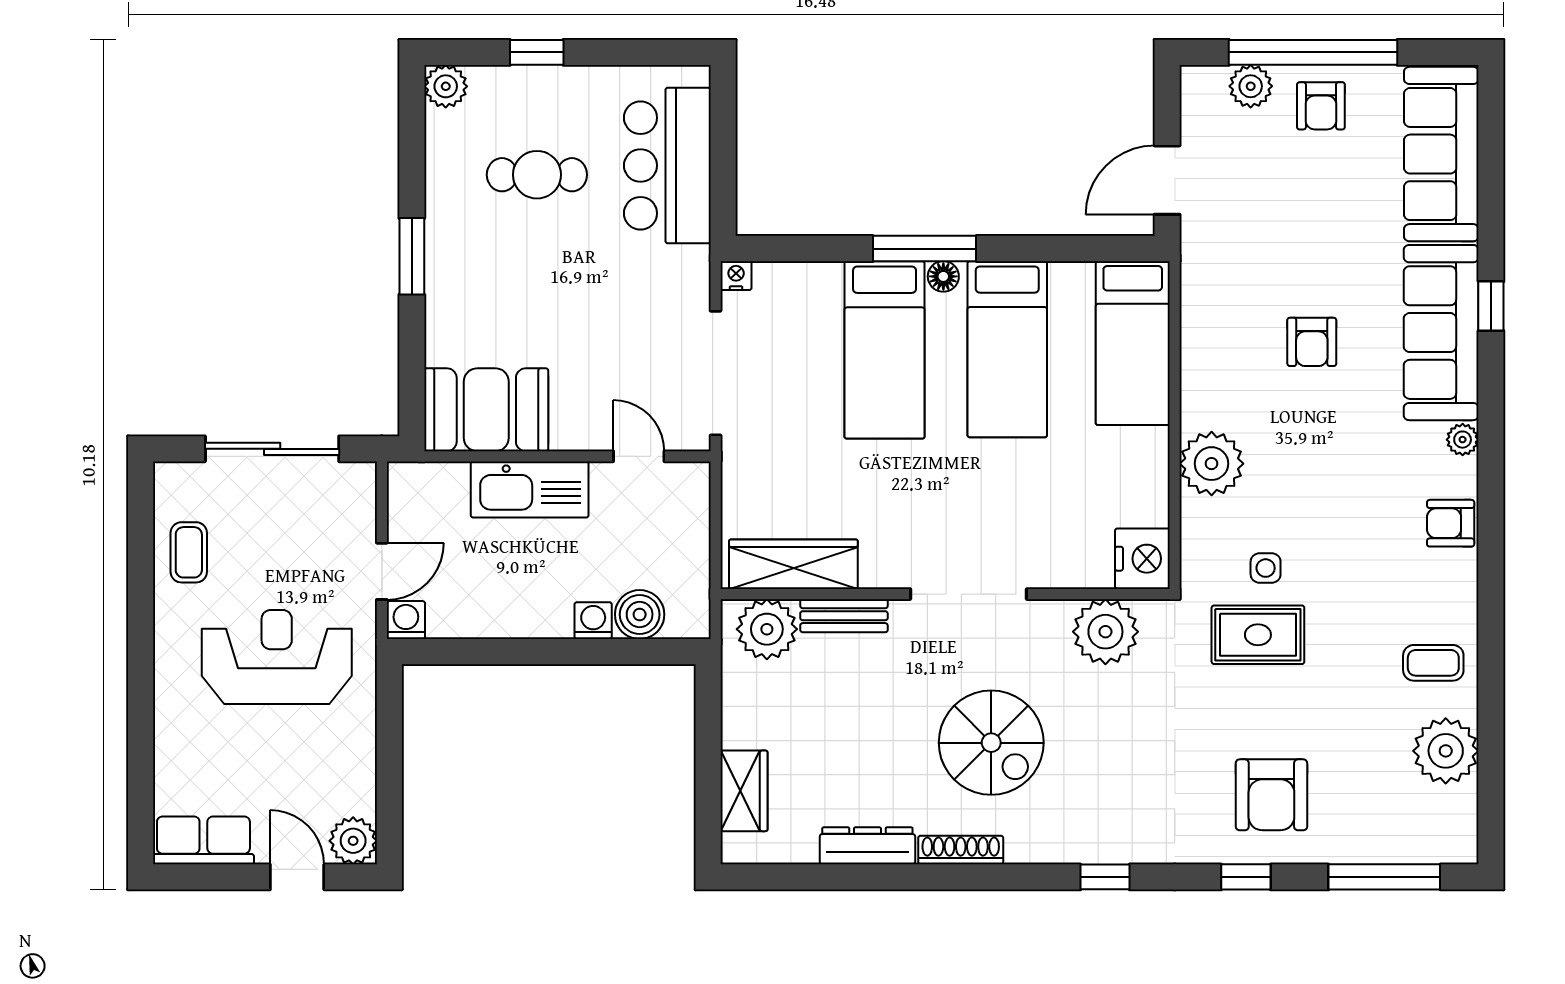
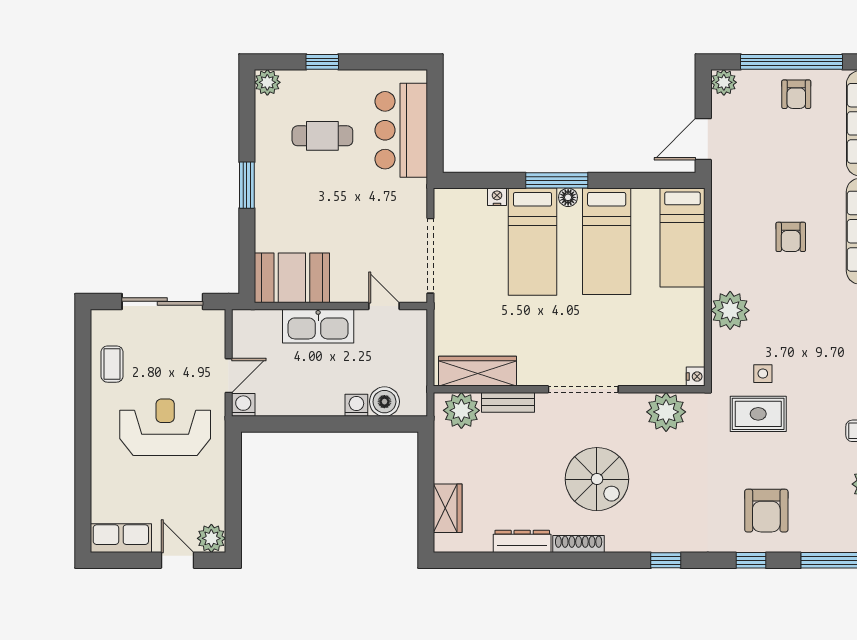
plant: (1251, 86) -> (724, 82), moved
nightstand: (736, 276) -> (497, 197), moved
nightstand: (1142, 559) -> (696, 377), width x0.53, depth x0.56

